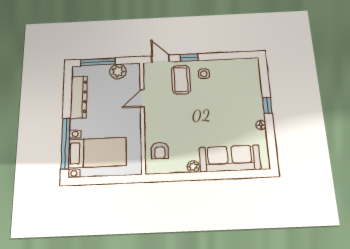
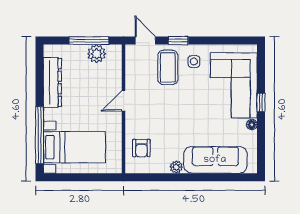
window: (98, 62) -> (89, 41), moved
corner sofa: (241, 92) -> (234, 85), added
door: (142, 98) -> (124, 101), moved

